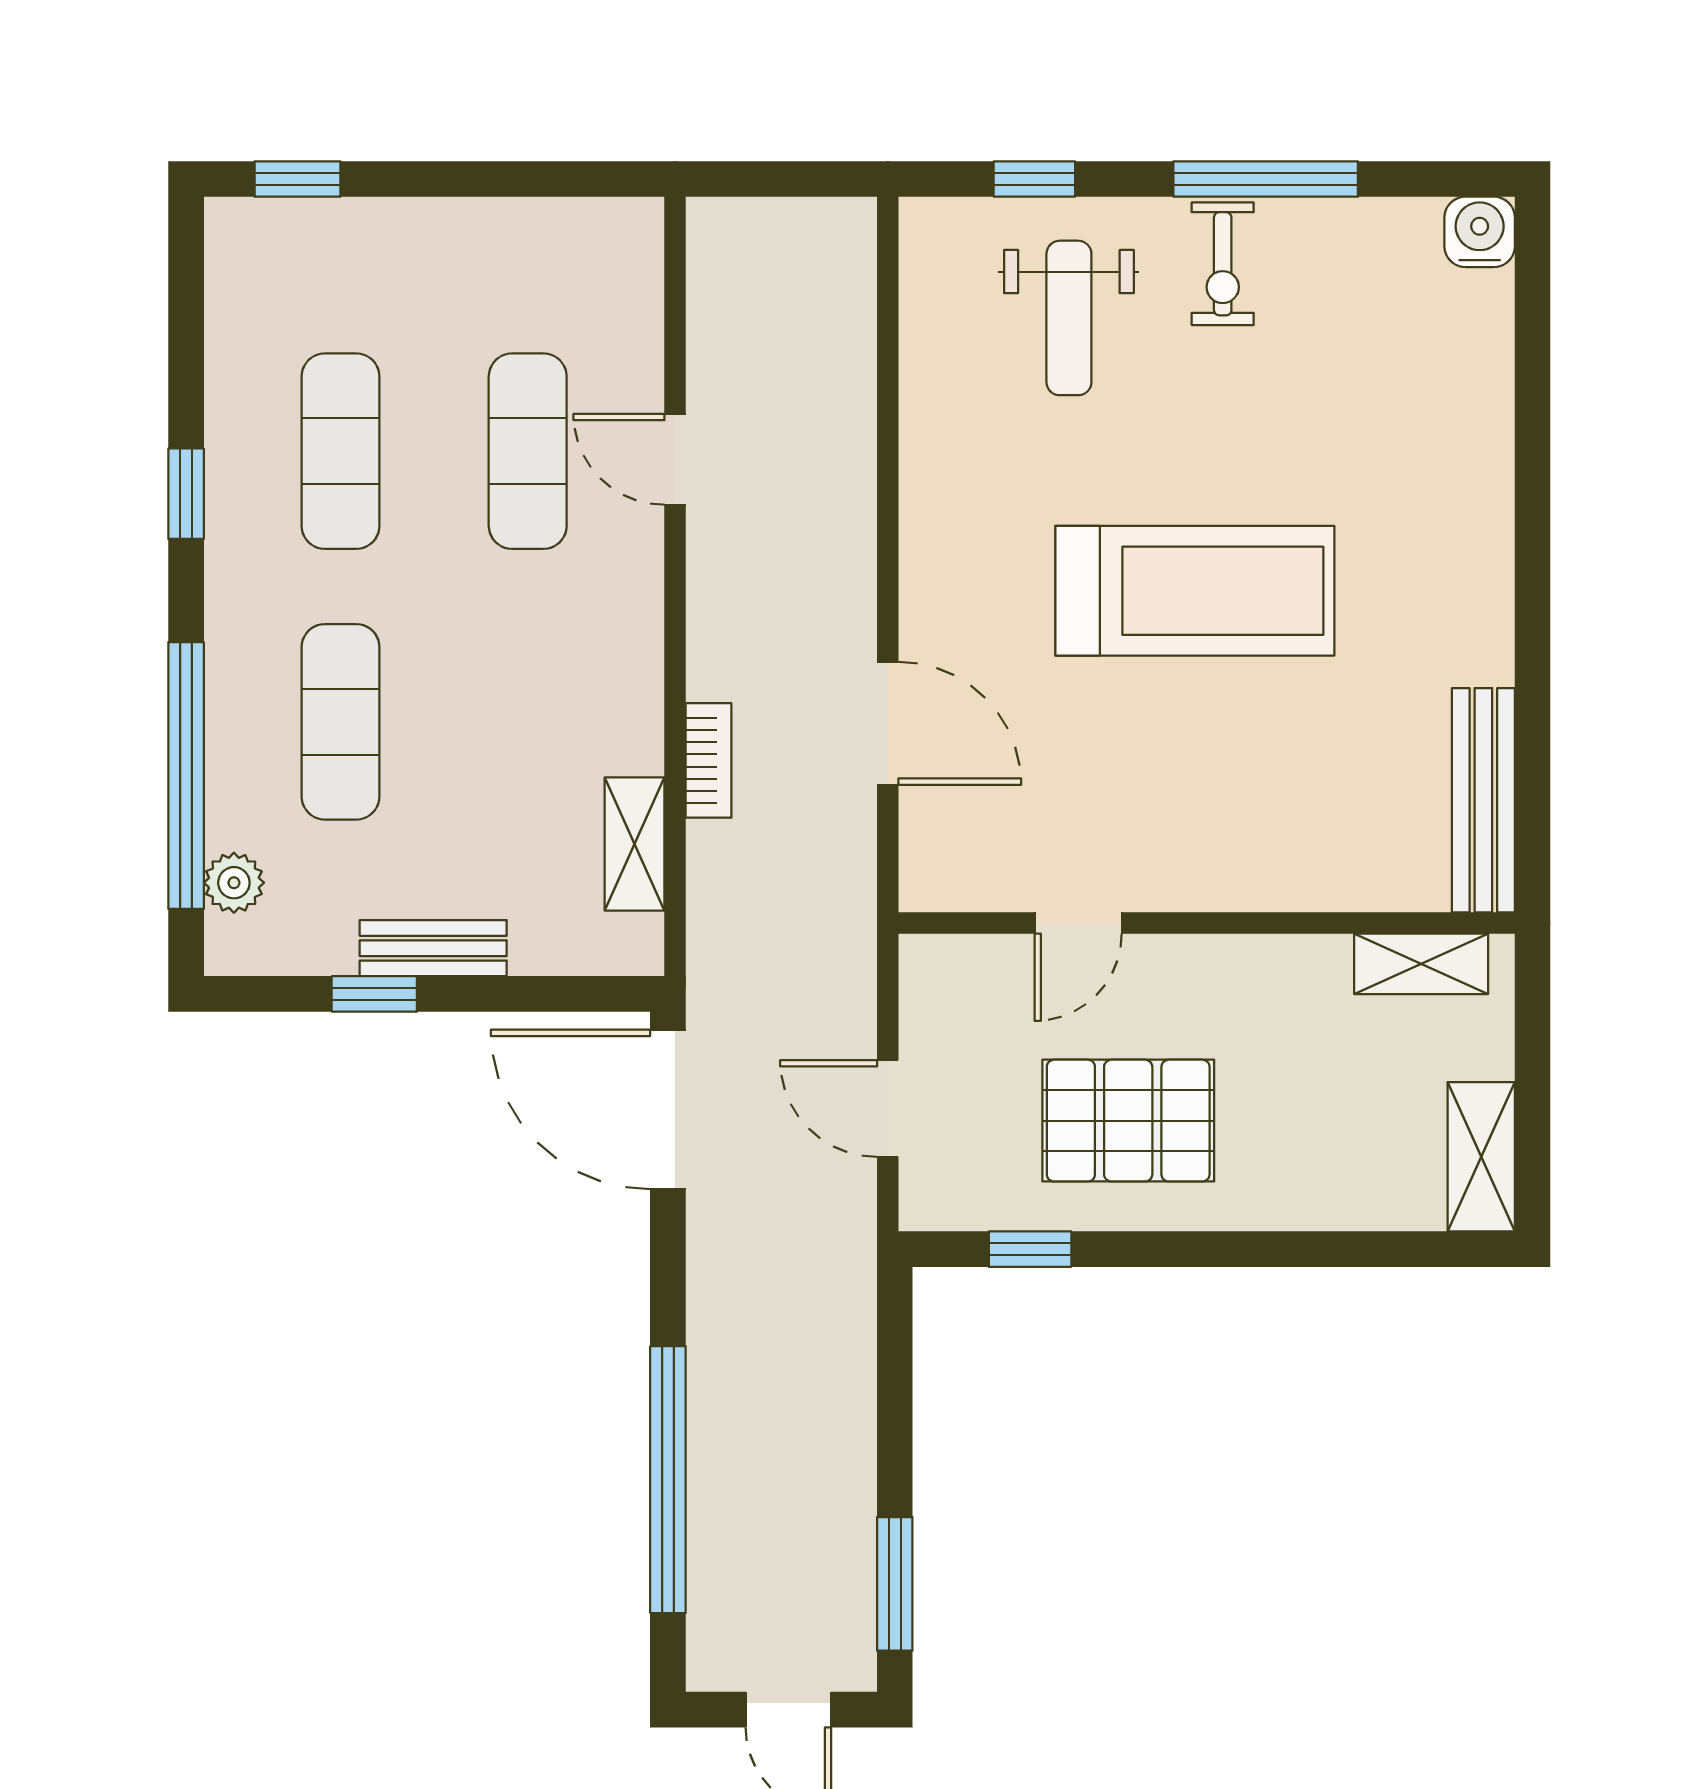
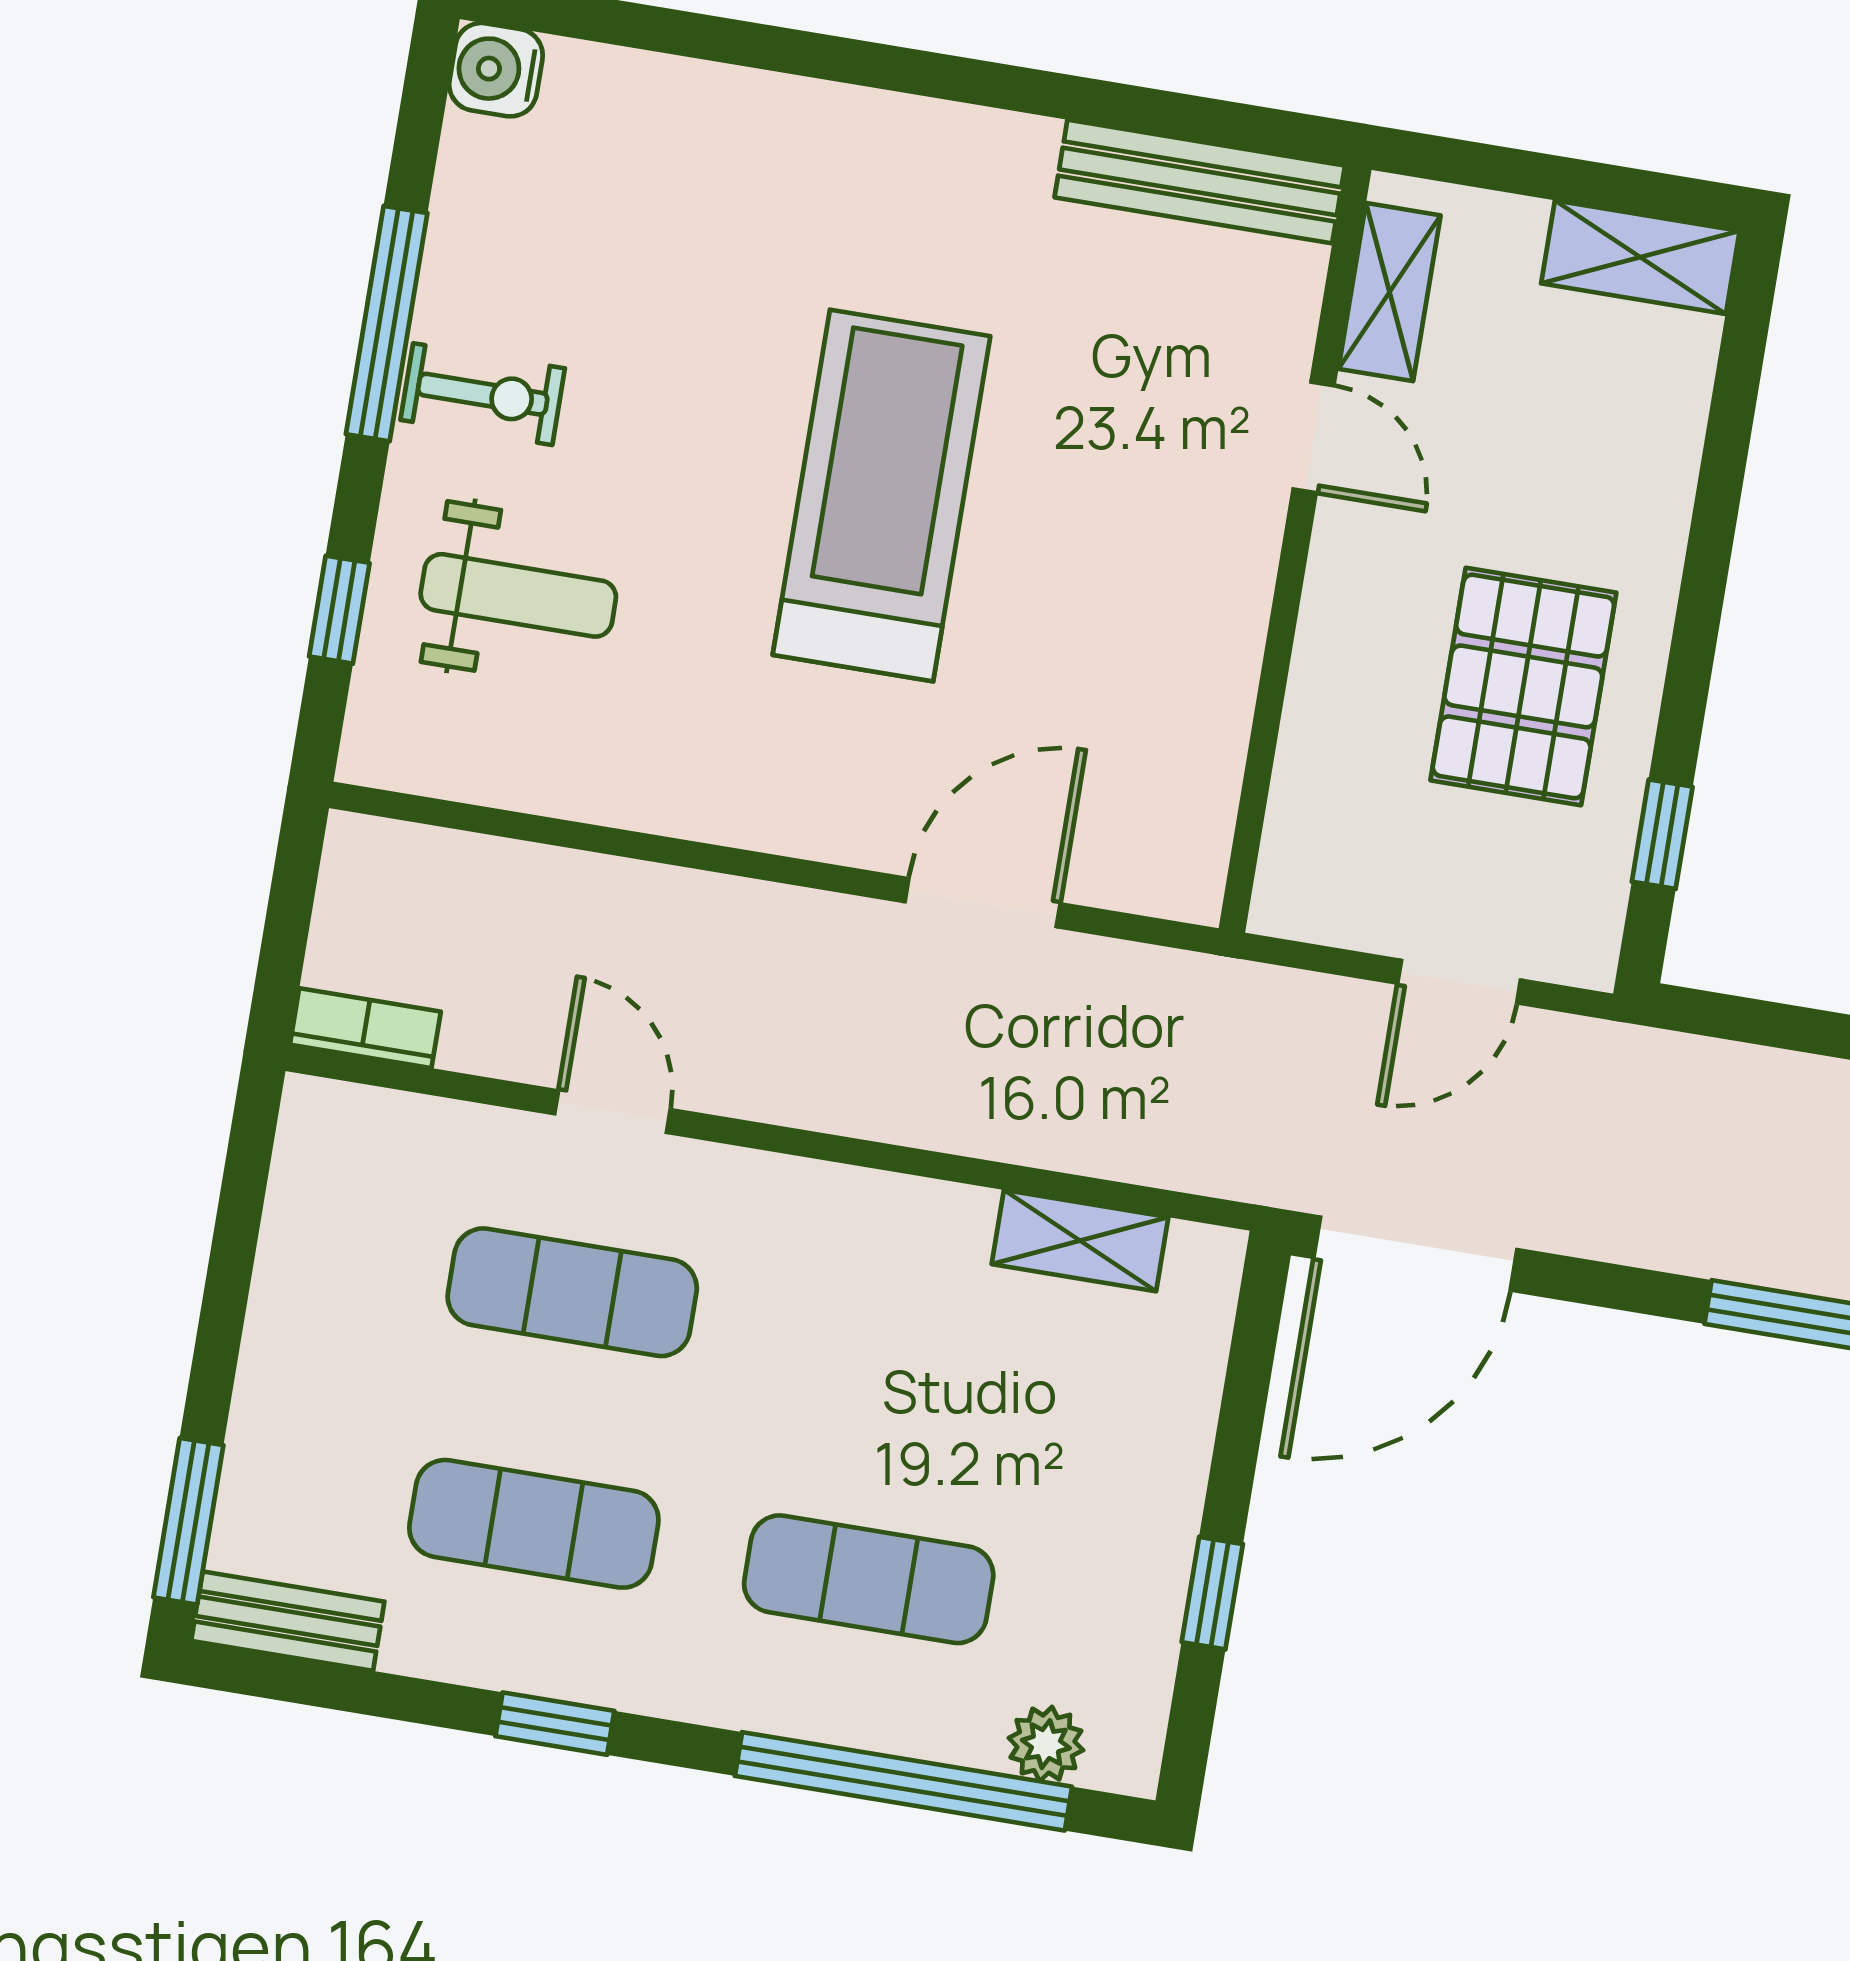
window: (297, 179) -> (188, 1521), width x1.50
door: (675, 459) -> (612, 1112), swing flipped
bookcase: (709, 760) -> (365, 1028), moved
door: (1078, 923) -> (1314, 437), moved
bench: (433, 948) -> (288, 1621), moved, turned 90

